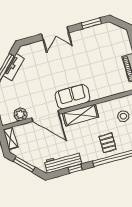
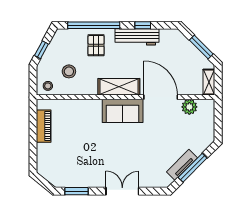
workbench: (63, 162) -> (137, 37), moved

